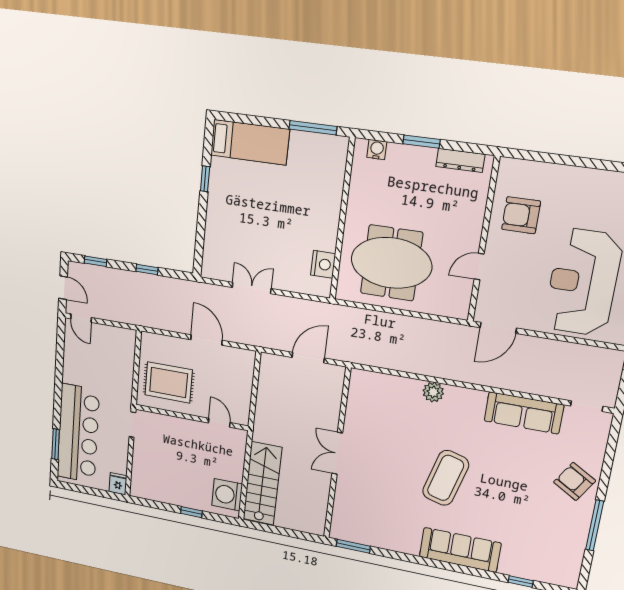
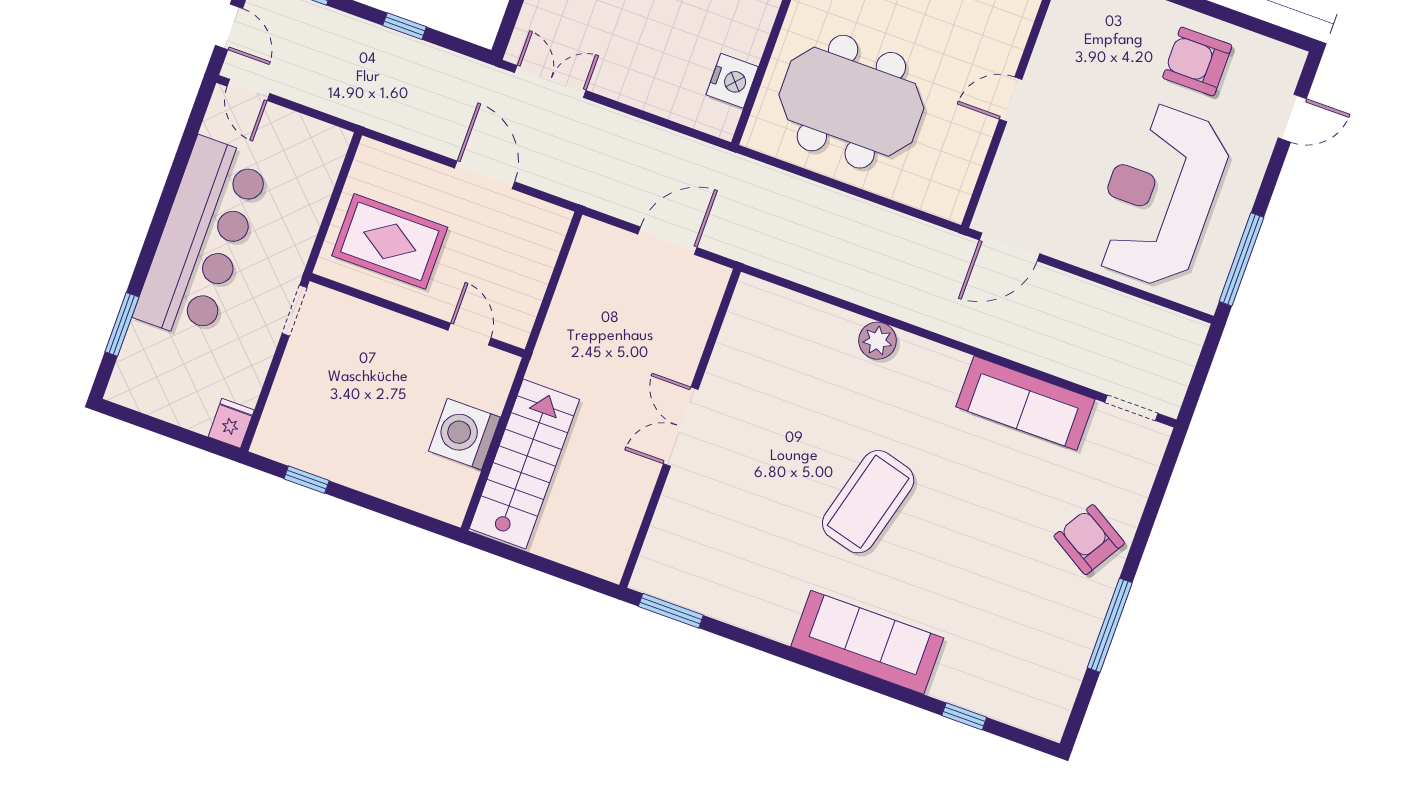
armchair: (521, 215) -> (1197, 61), moved
door: (479, 267) -> (1011, 99), moved
double door: (252, 288) -> (550, 81), moved
bar counter: (78, 434) -> (202, 239), moved
washing machine: (227, 495) -> (464, 434), moved
window: (191, 512) -> (307, 480), moved

